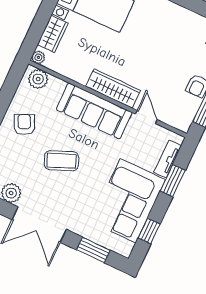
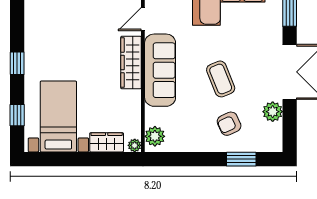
armchair: (24, 124) -> (229, 124), moved

